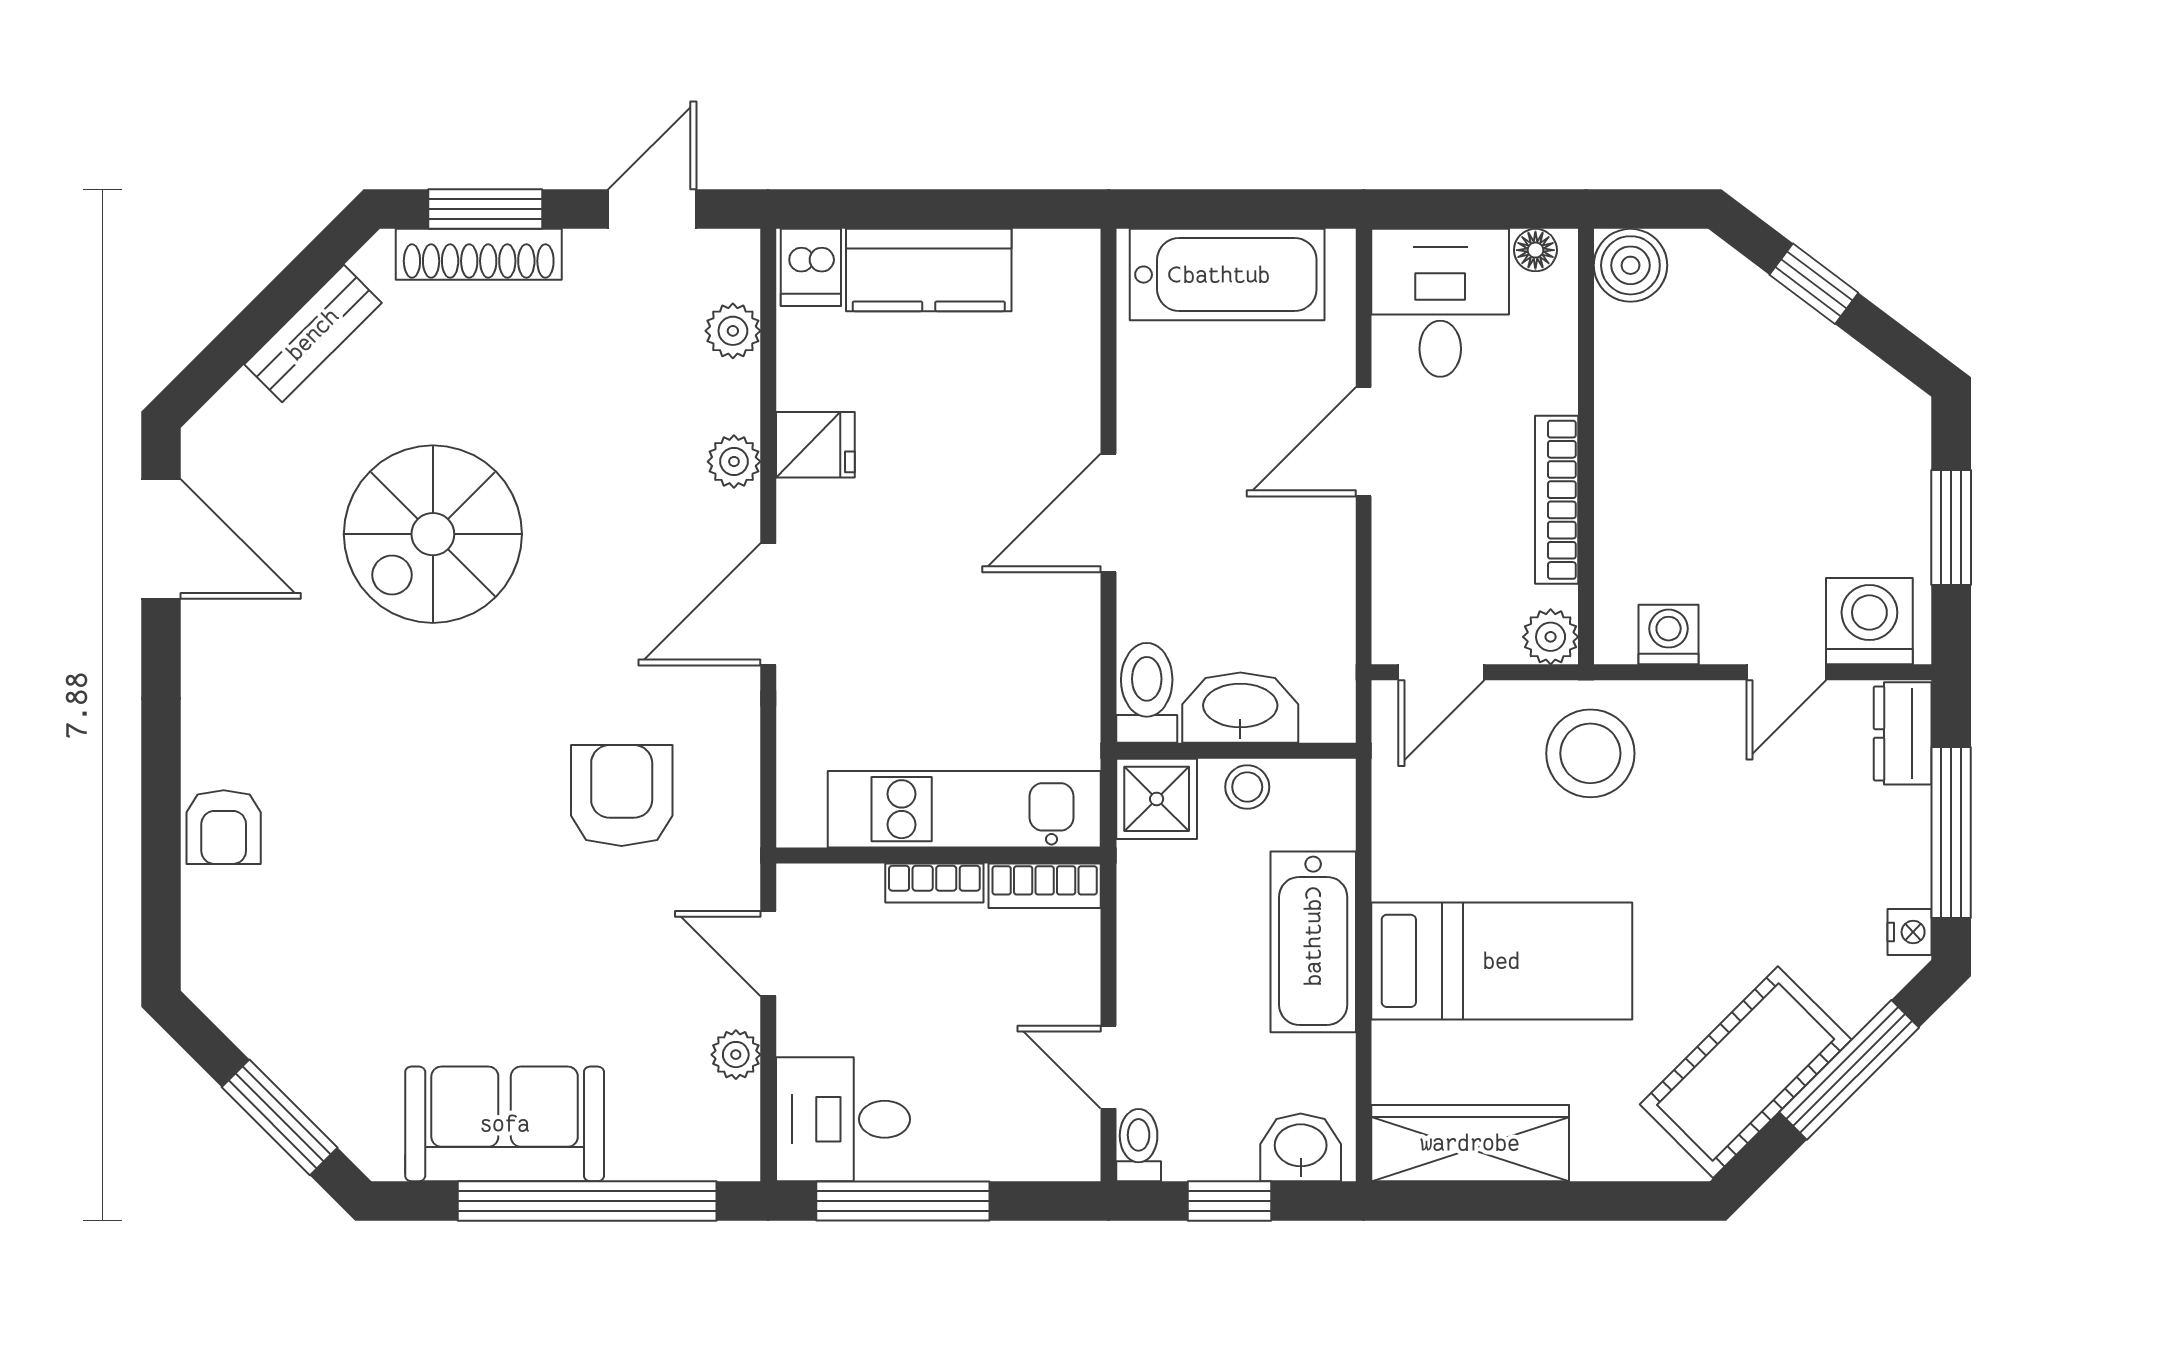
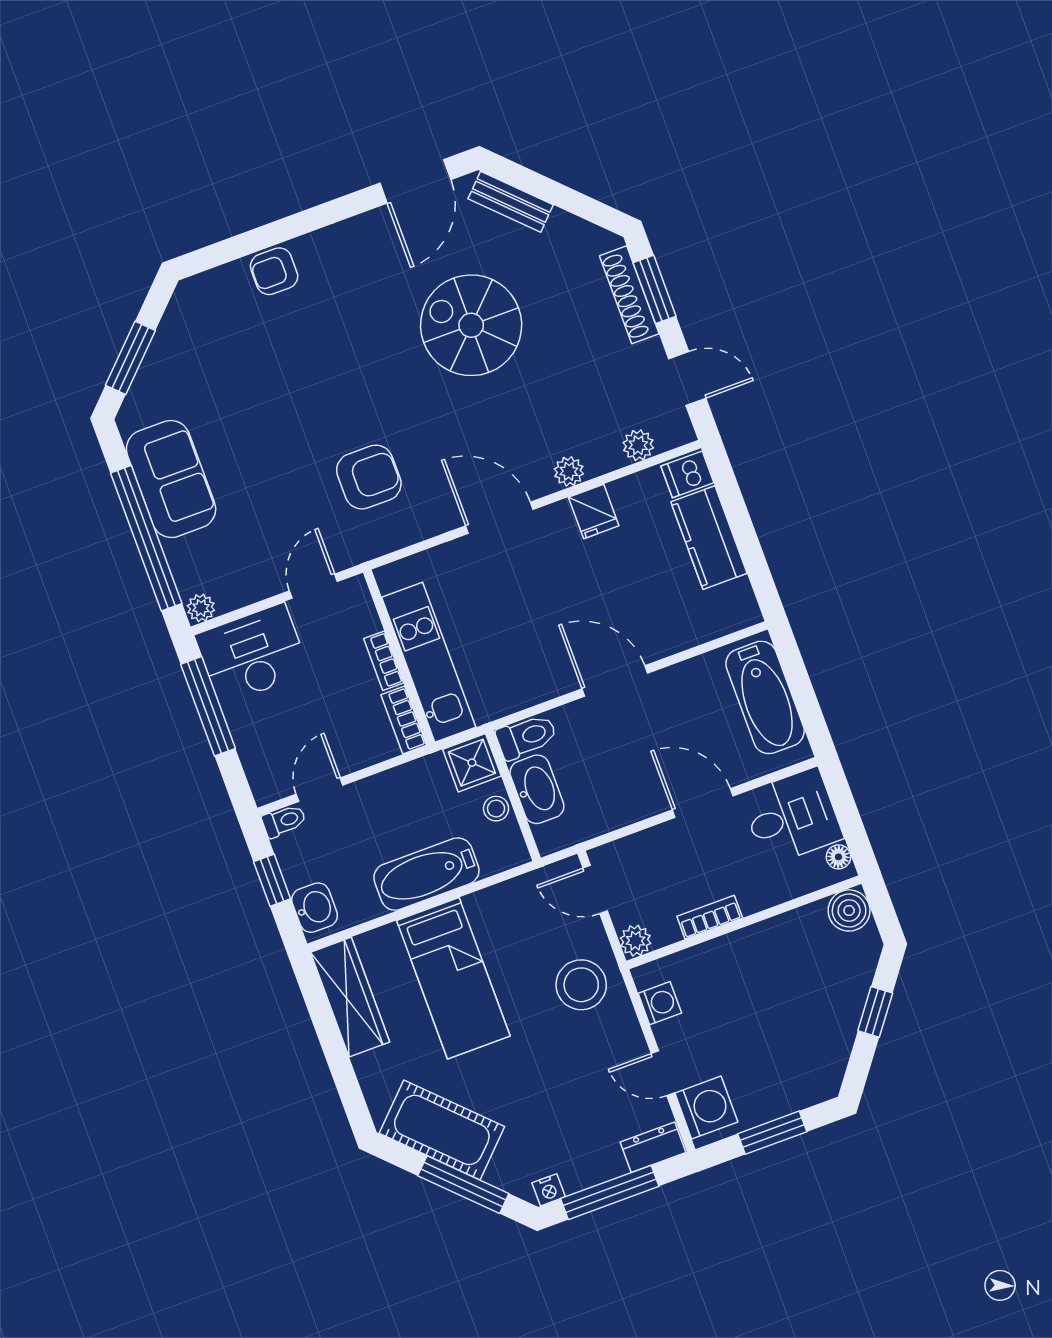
bench: (313, 334) -> (511, 202), moved
bookcase: (1557, 500) -> (710, 917), width x0.64
plant: (736, 1055) -> (201, 608), moved
desk: (843, 1119) -> (252, 654), width x1.37

